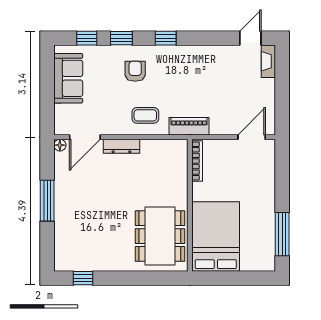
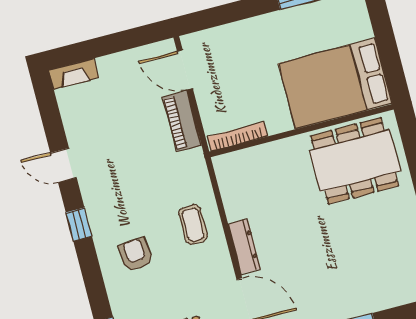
window: (121, 38) -> (95, 286), removed
door: (250, 38) -> (64, 165), moved
armchair: (135, 71) -> (136, 255), turned 84
piano: (189, 126) -> (182, 121), moved

